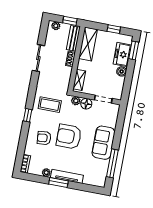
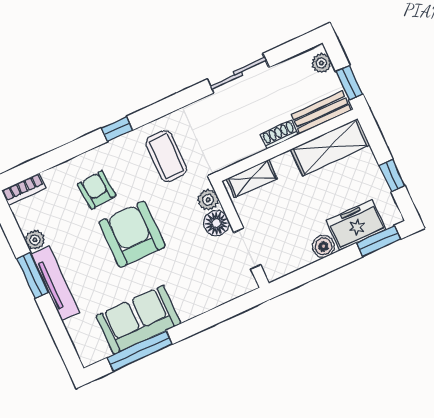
sofa: (103, 143) -> (138, 320), moved

